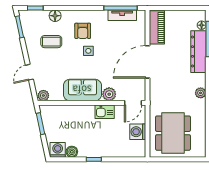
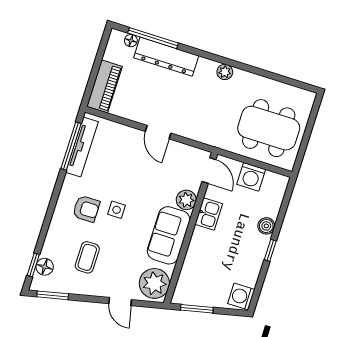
tv unit: (122, 15) -> (82, 147), width x1.41
floor lamp: (55, 16) -> (45, 267), moved
piano: (157, 27) -> (104, 86), moved, turned 90
door: (147, 62) -> (158, 132), width x0.53
plant: (43, 95) -> (154, 283), width x1.87, depth x1.87
boiler: (72, 152) -> (266, 226), moved

